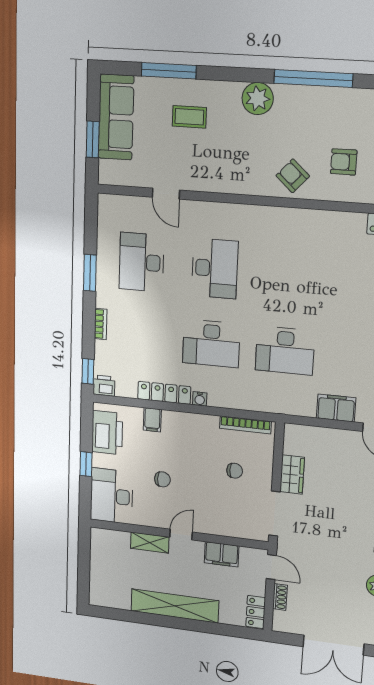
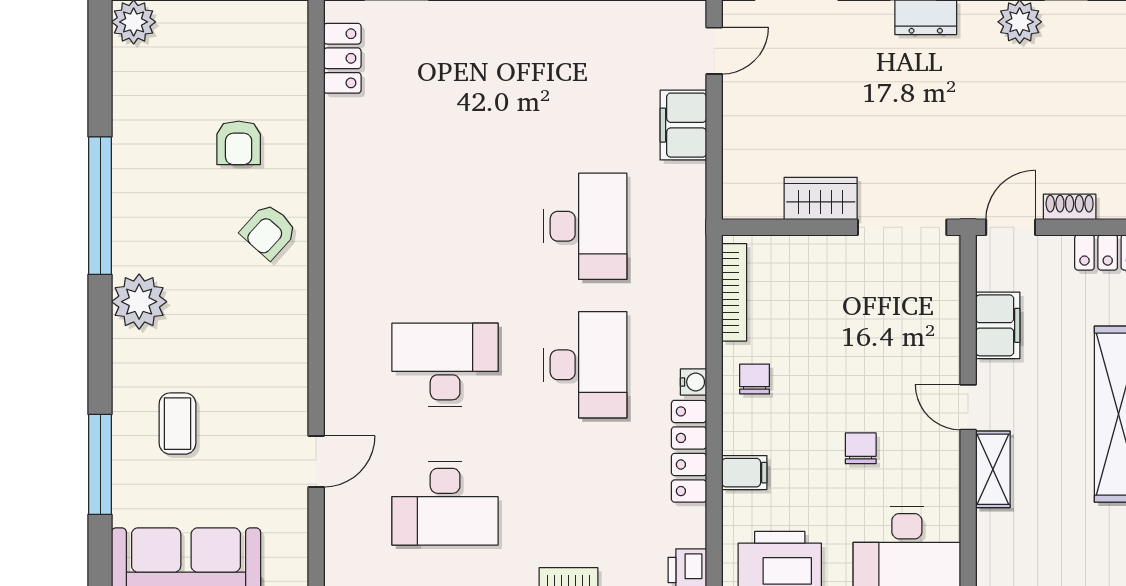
chair: (235, 471) -> (755, 379), moved

